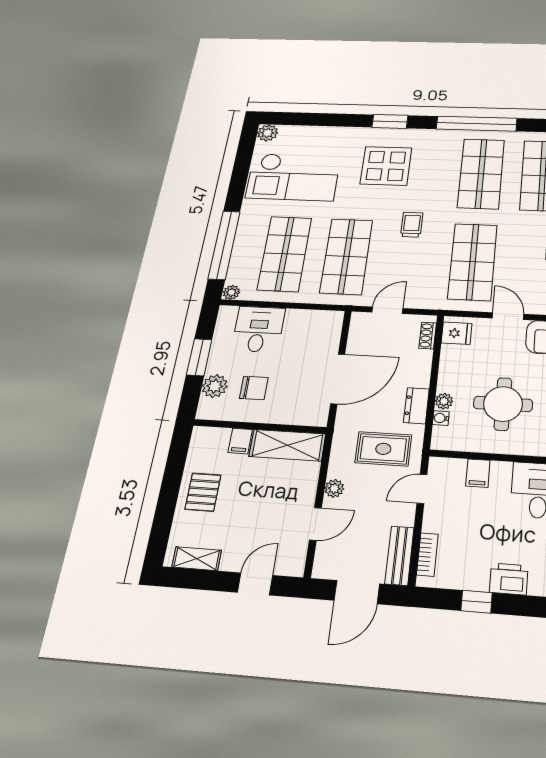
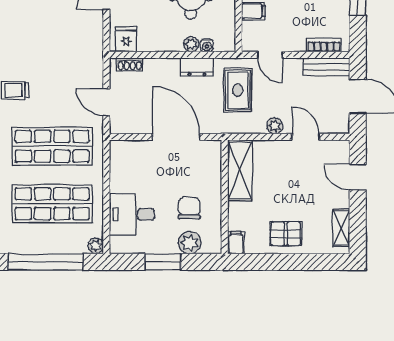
shop shelf: (473, 262) -> (52, 31), removed
filing cabinet: (240, 441) -> (236, 243), moved, turned -90

